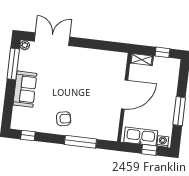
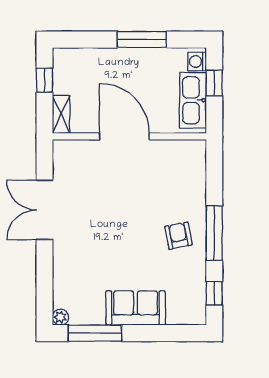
double door: (52, 39) -> (44, 210), moved
window: (80, 142) -> (214, 233), moved

